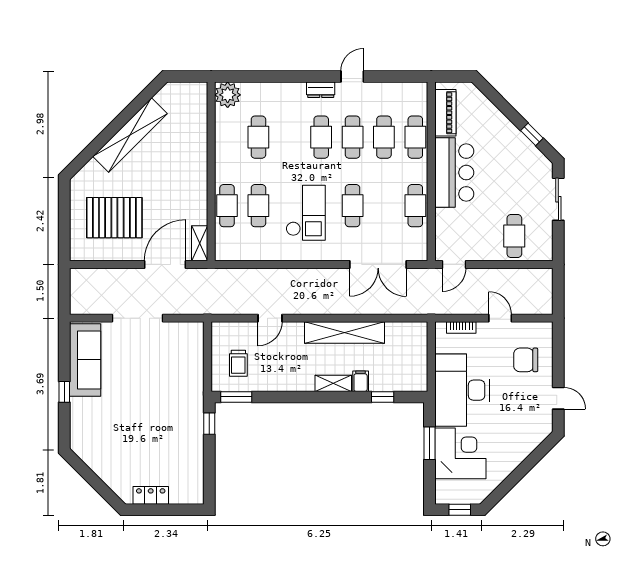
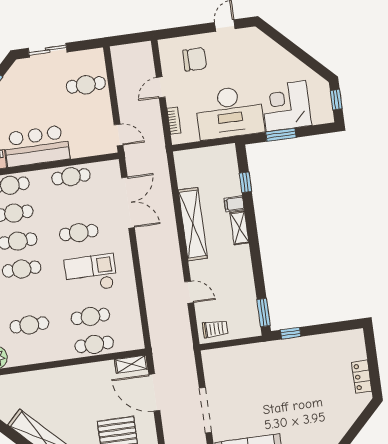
chair: (526, 360) -> (195, 59), turned -90
trolley: (238, 363) -> (215, 329), moved

